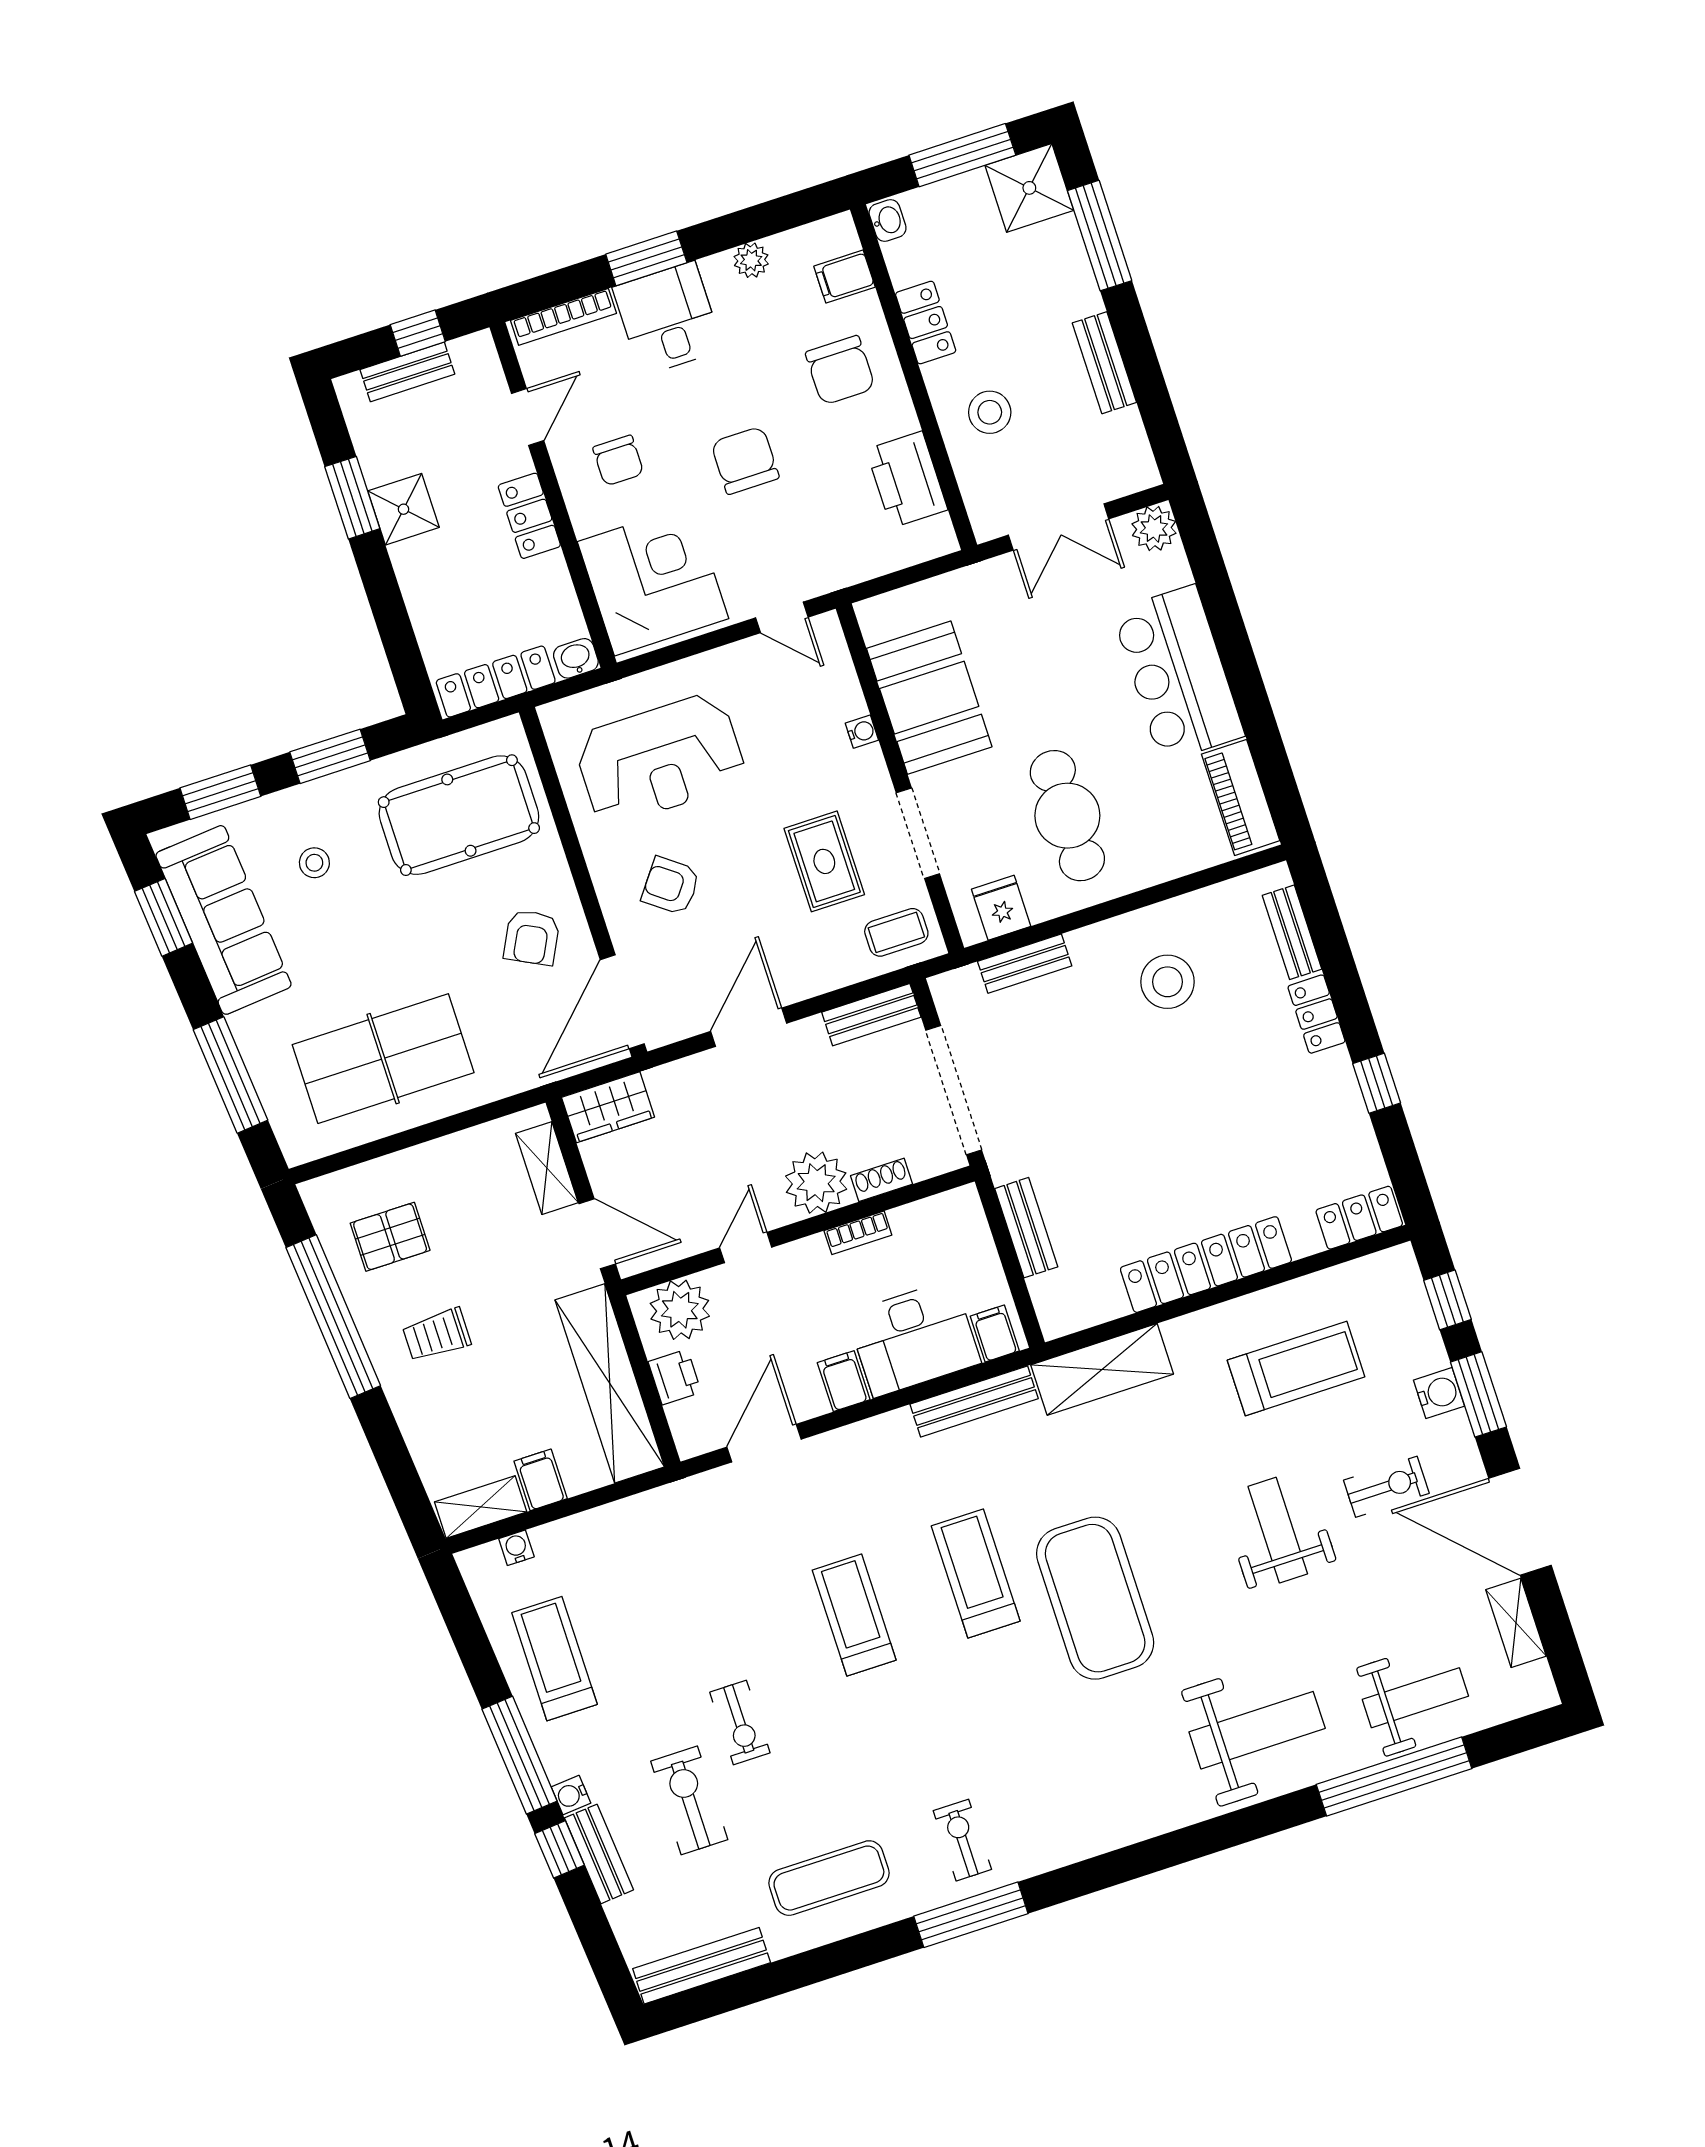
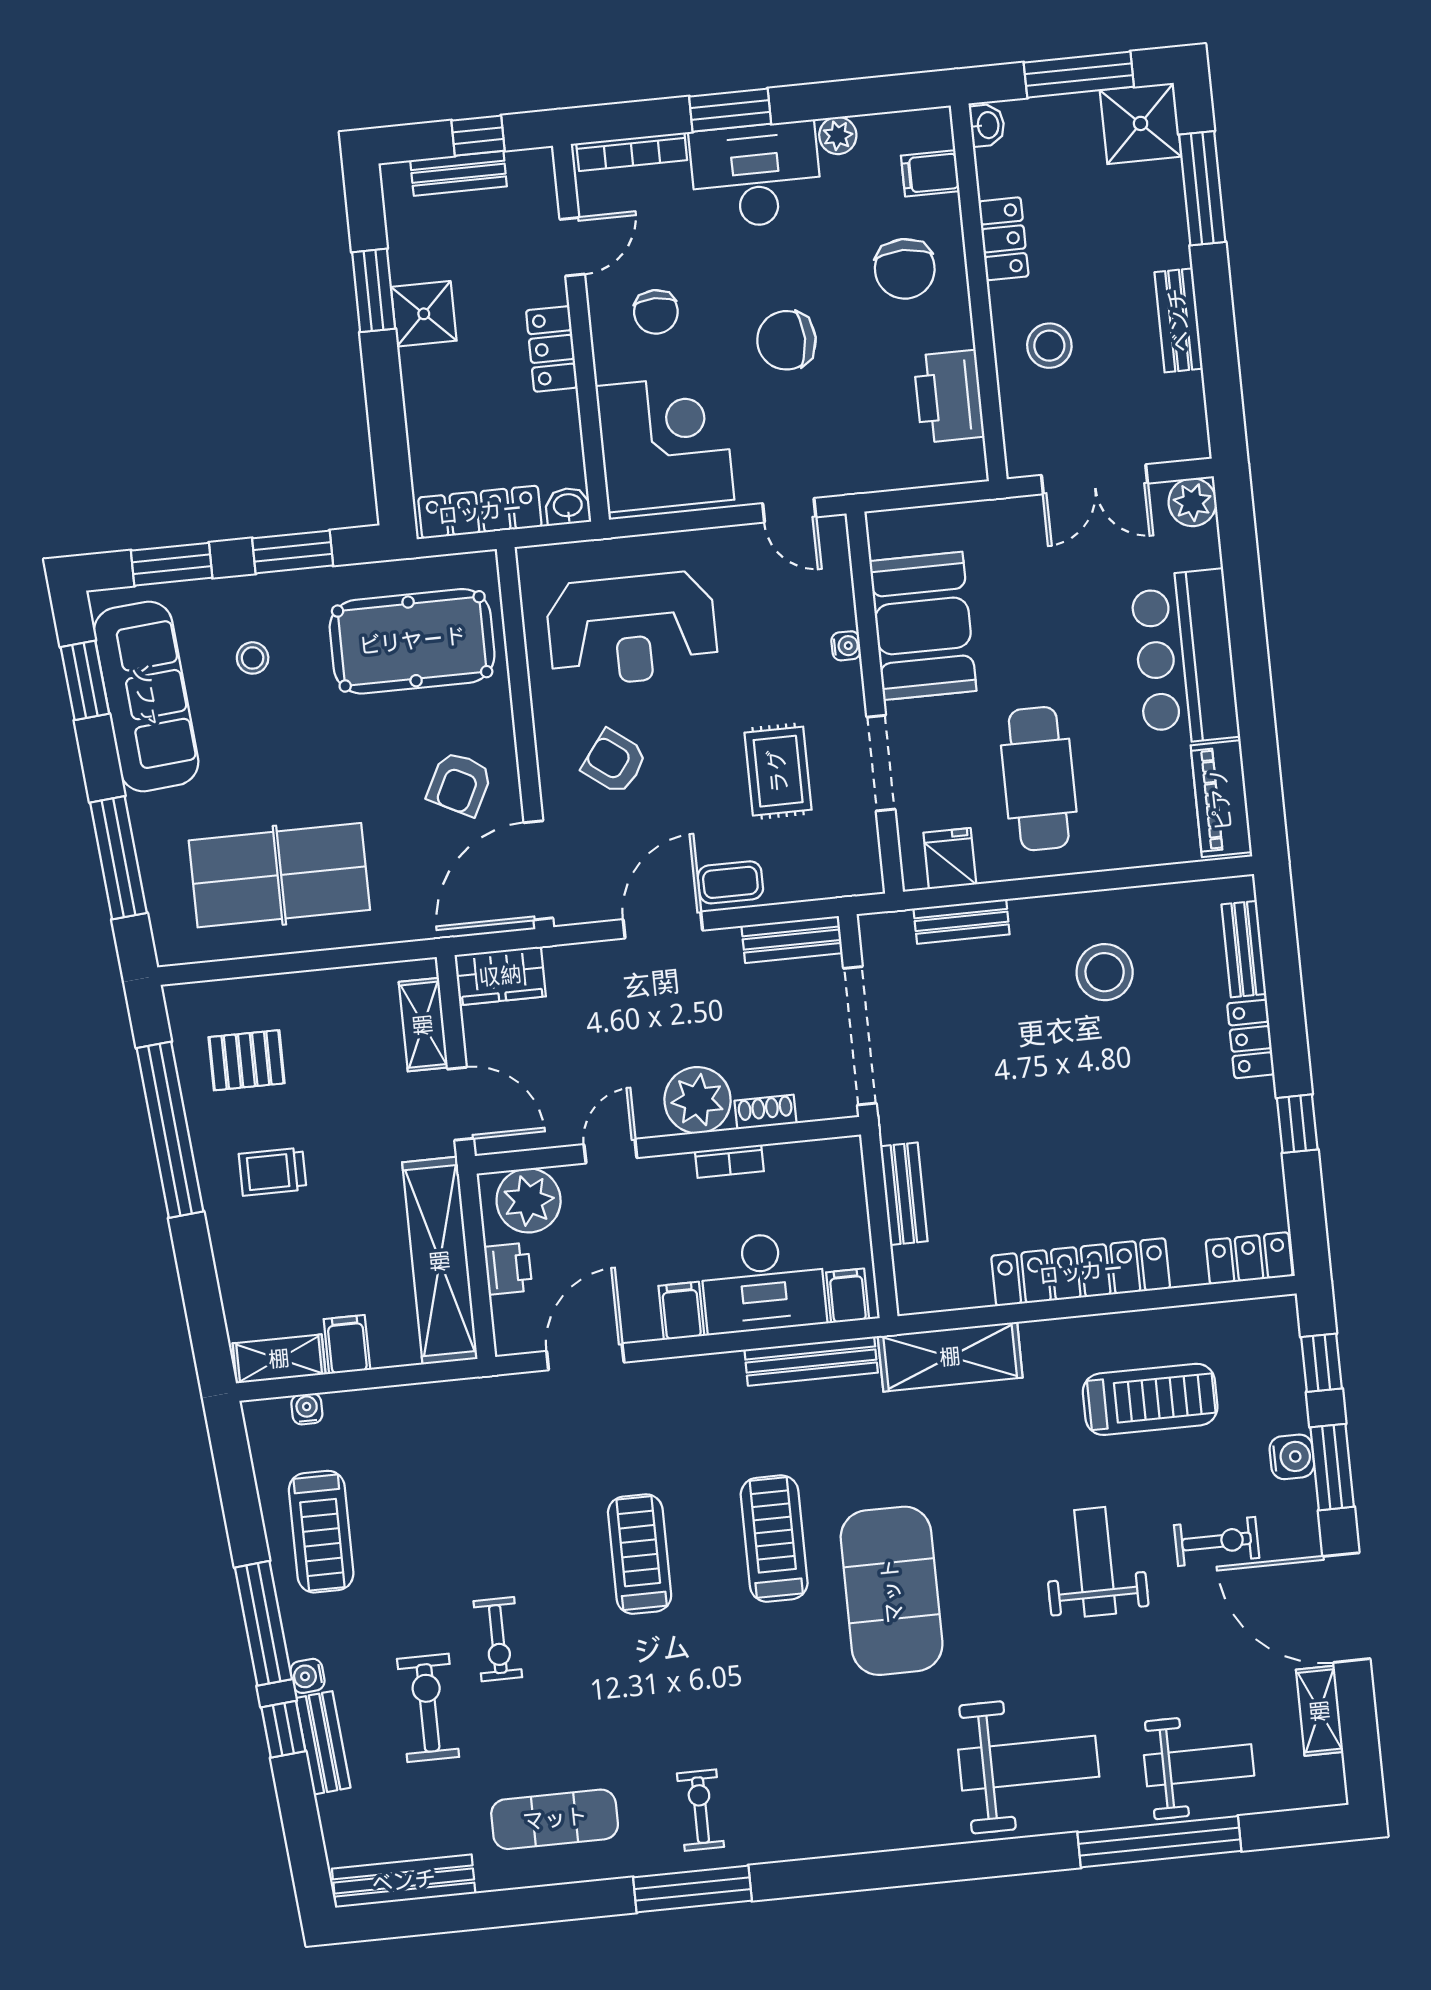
desk: (668, 319) -> (756, 175), width x1.37
chair: (745, 460) -> (786, 340), turned -90
coffee table: (896, 932) -> (730, 882), moved
treadmill: (554, 1659) -> (321, 1532), turned 180

